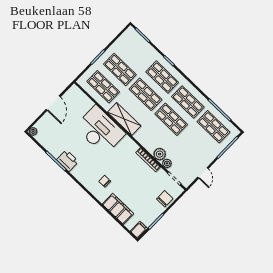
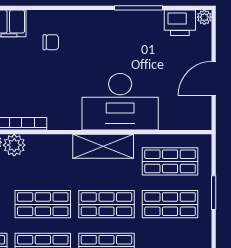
door: (53, 103) -> (214, 78), hinge flipped
printer: (68, 161) -> (180, 23), moved

